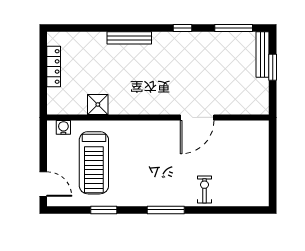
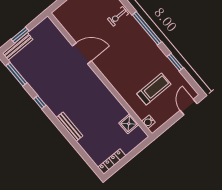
locker: (54, 66) -> (112, 162), moved
shower: (98, 104) -> (129, 124), moved
treadmill: (94, 163) -> (154, 89), width x0.73, depth x0.73
window: (166, 210) -> (147, 28), width x1.46

